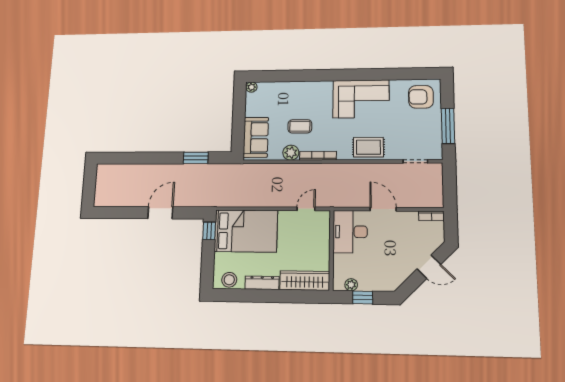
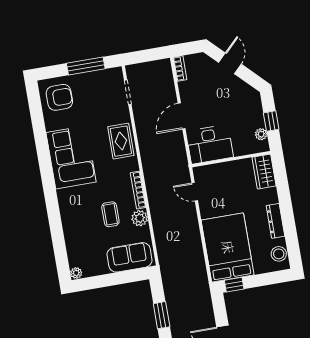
armchair: (421, 97) -> (59, 97), turned -90
wardrobe: (305, 280) -> (264, 172), width x0.67

